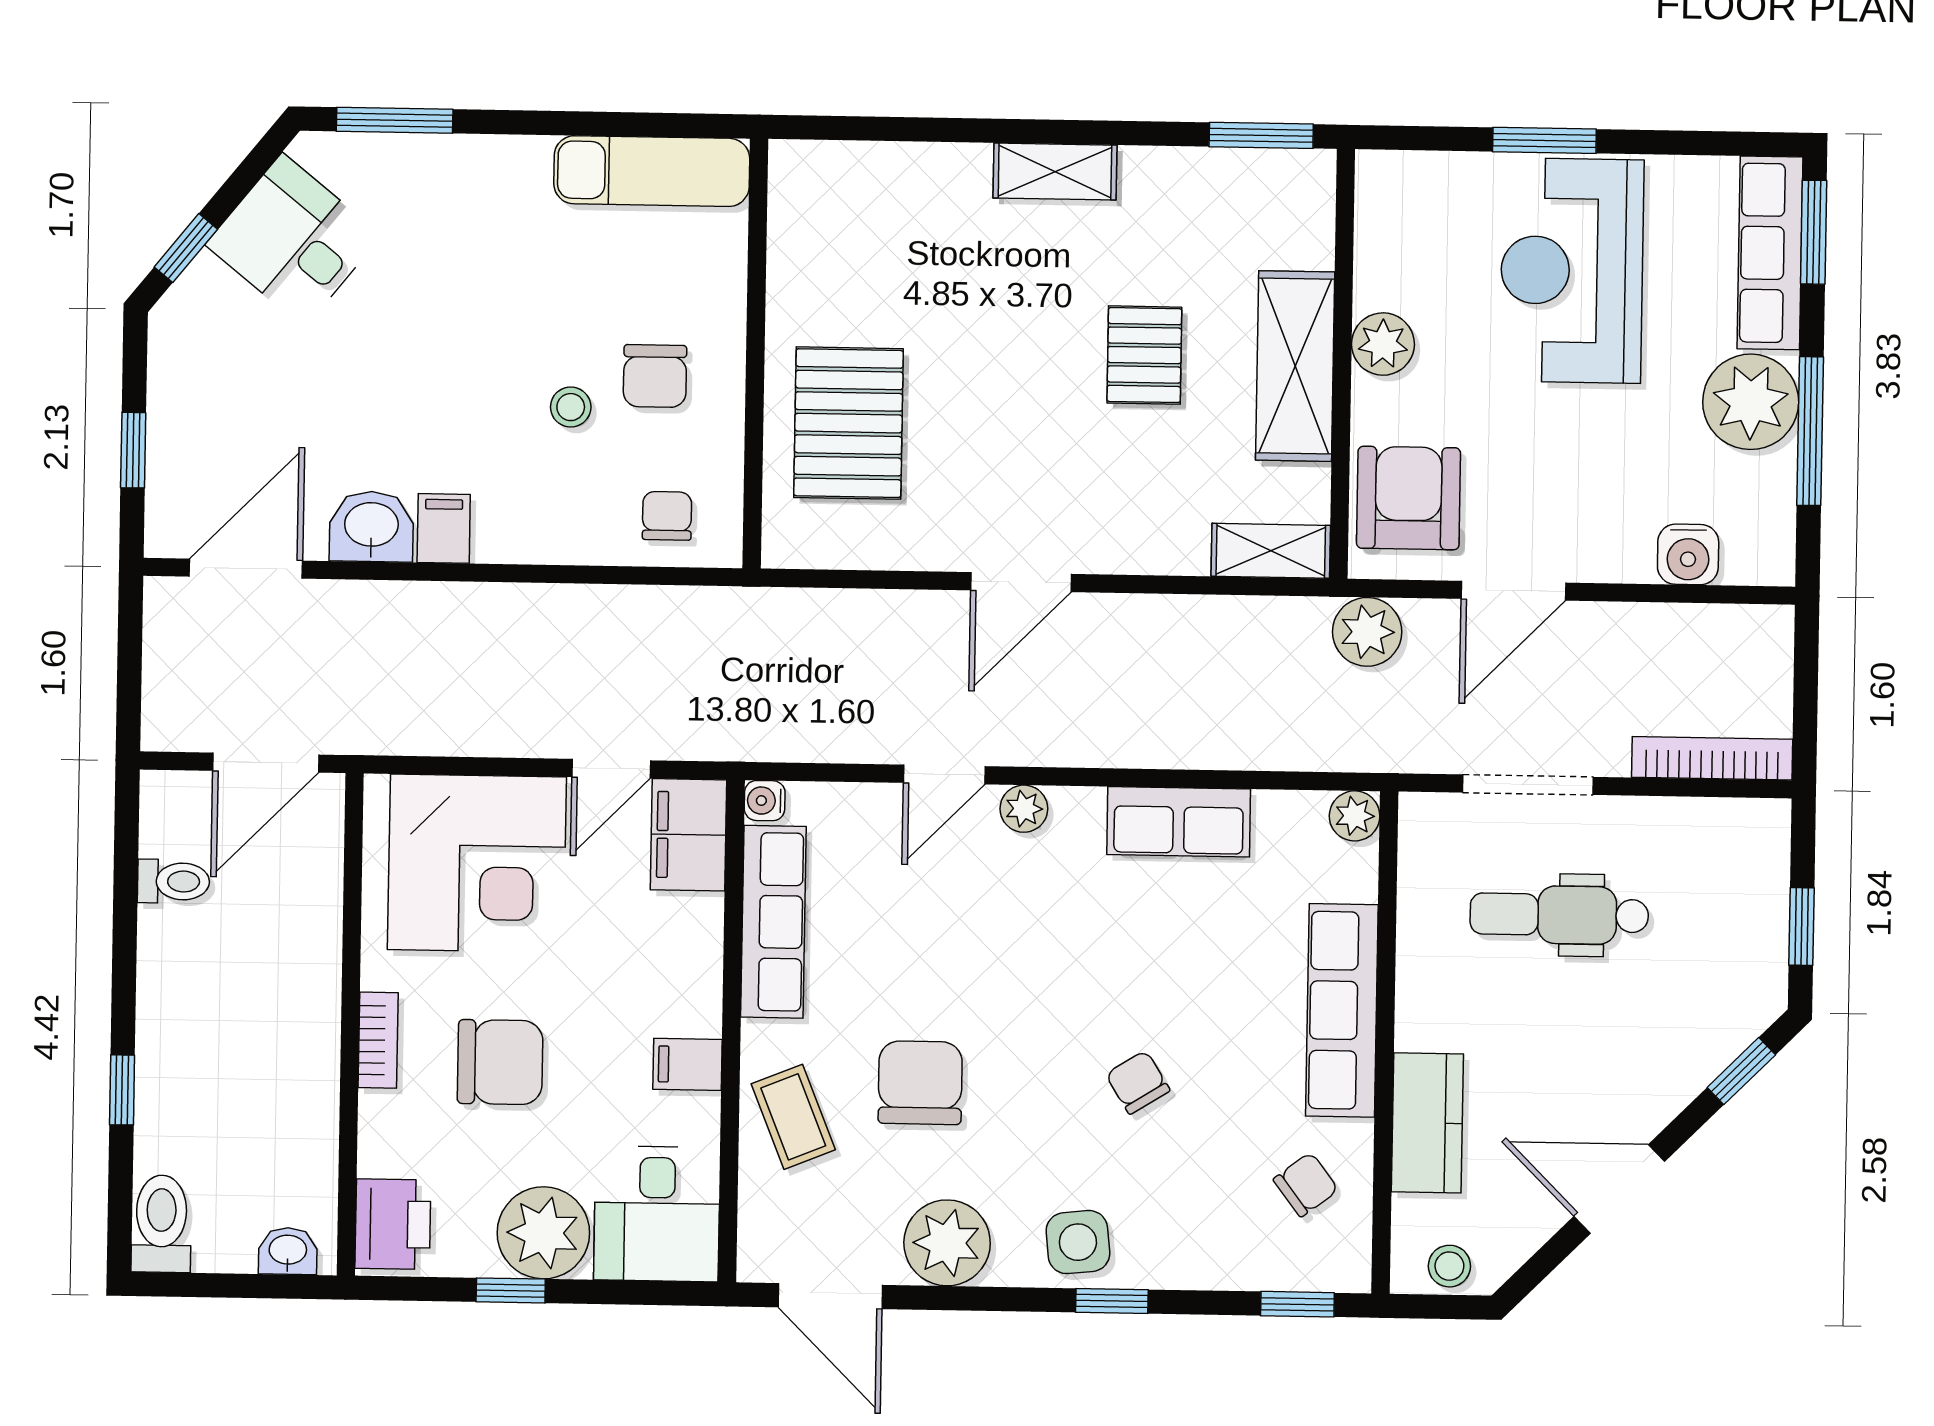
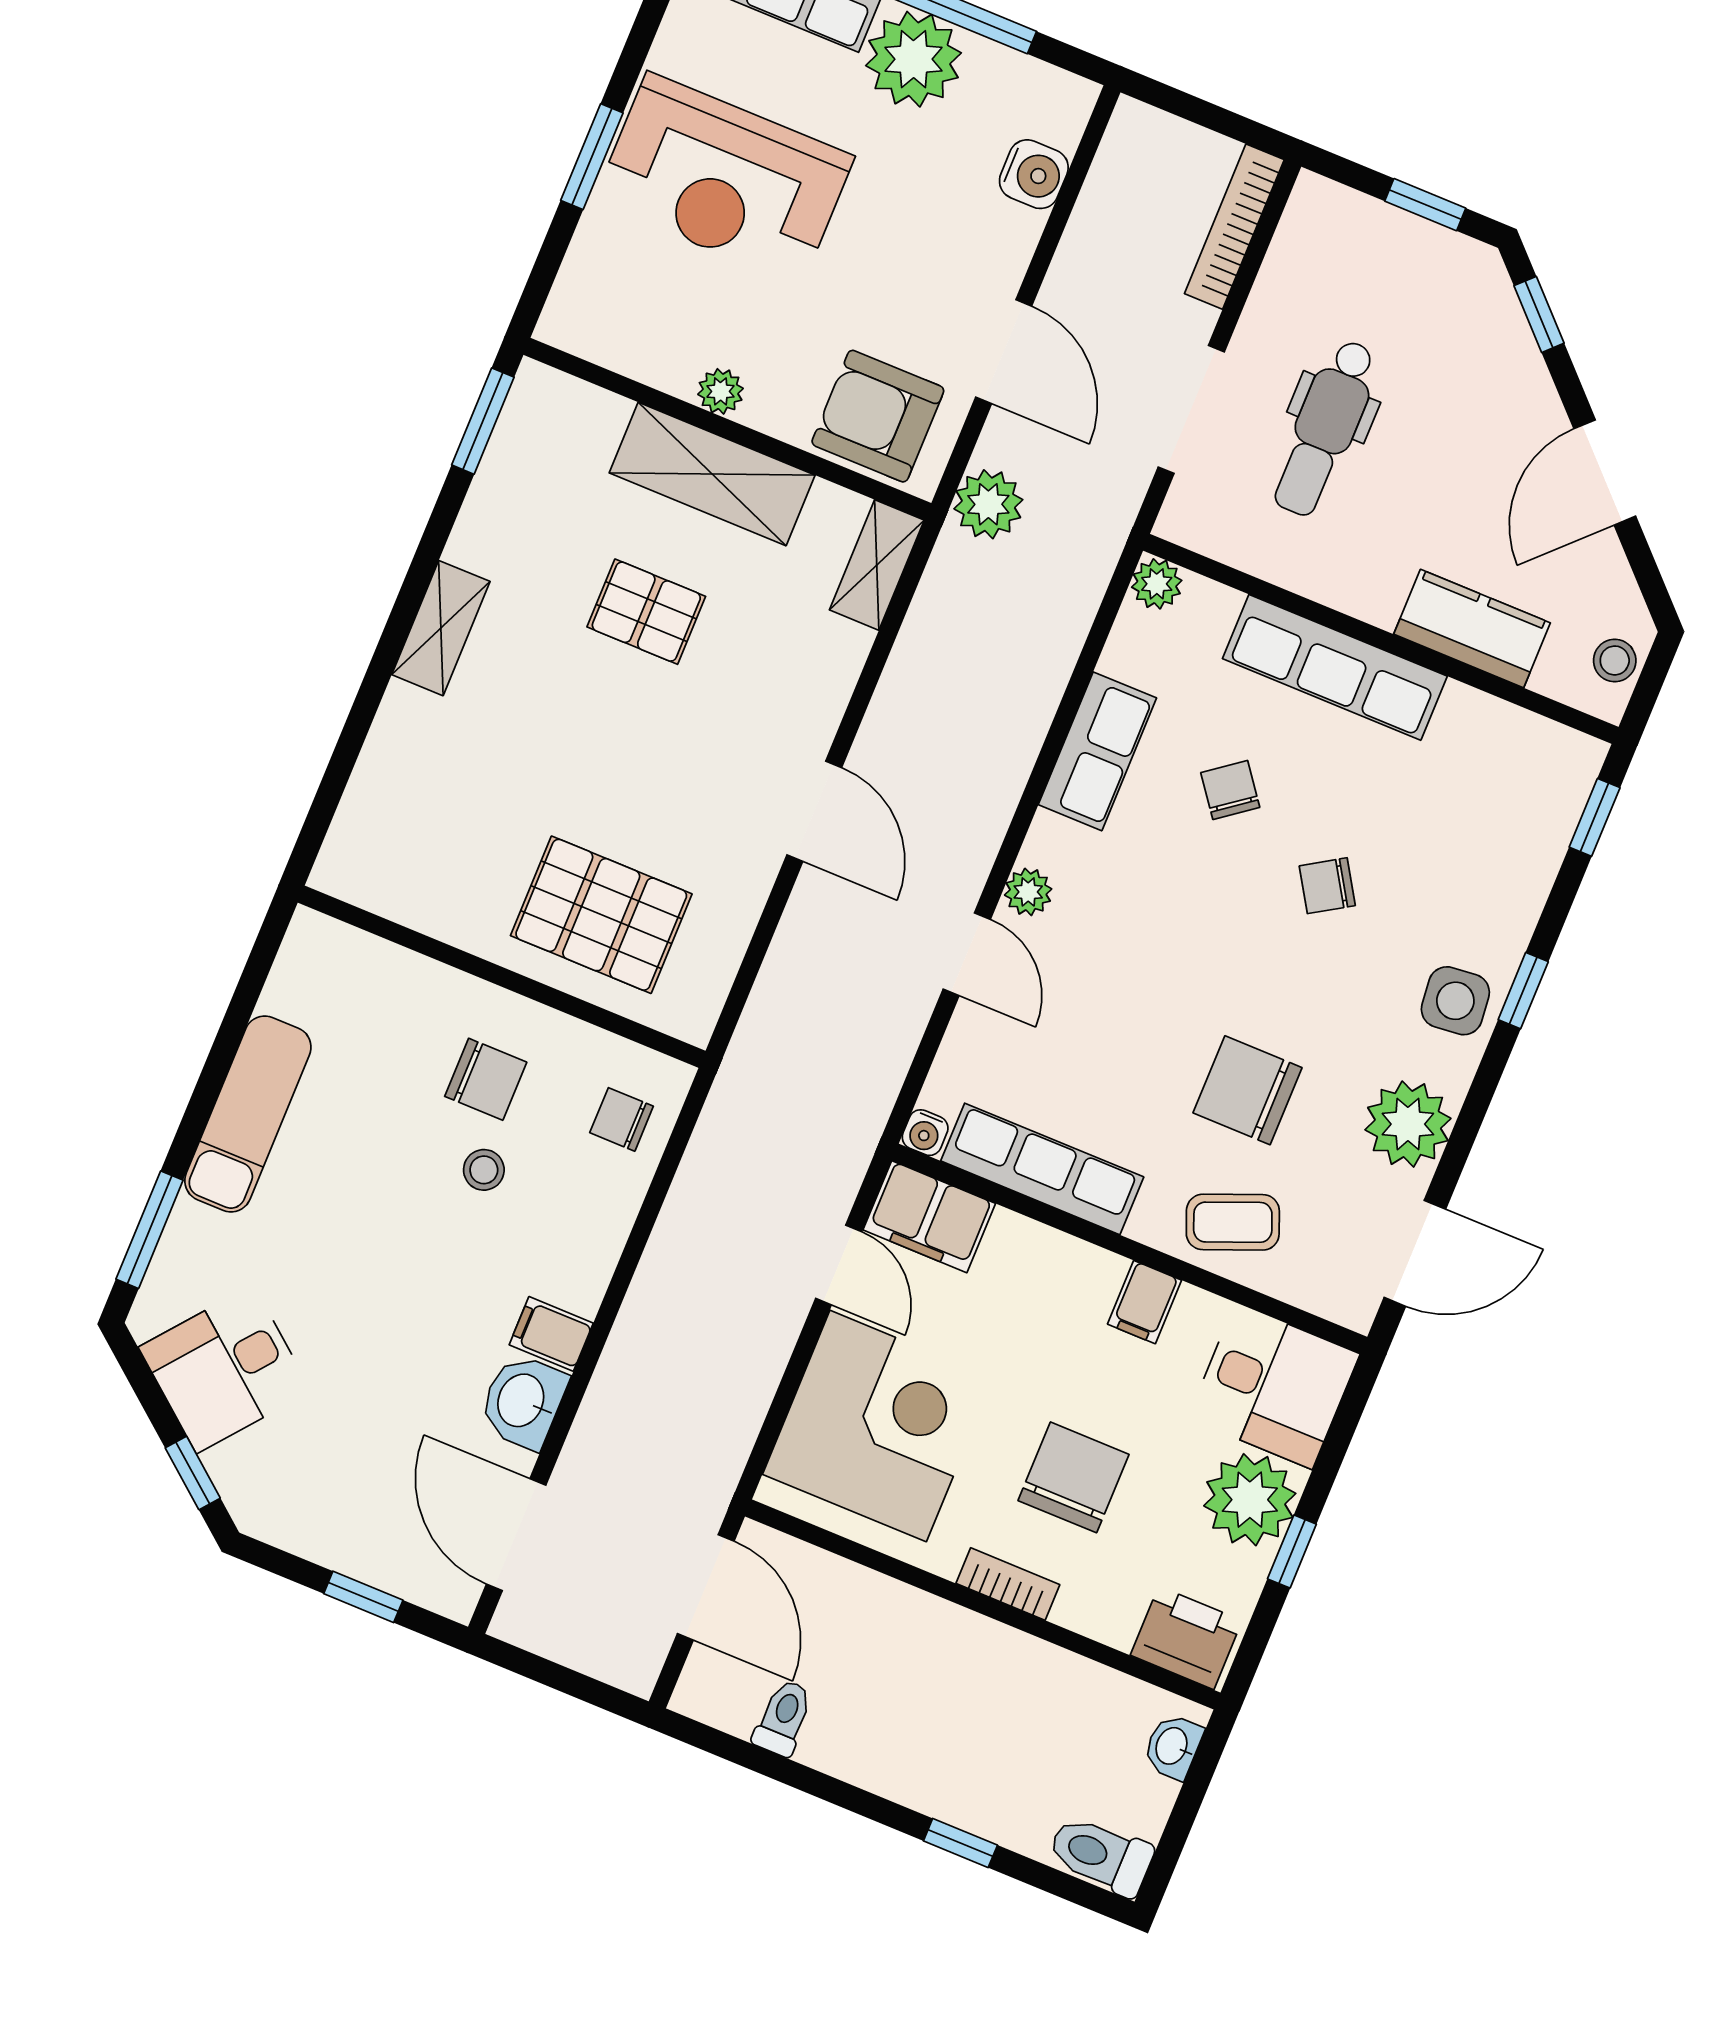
exam couch: (652, 171) -> (248, 1114), moved
plant: (1383, 344) -> (721, 391), width x0.73, depth x0.73
chair: (1306, 1185) -> (1230, 790), moved

